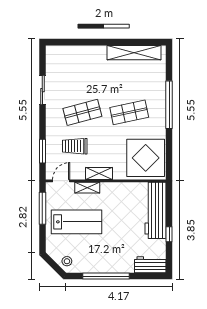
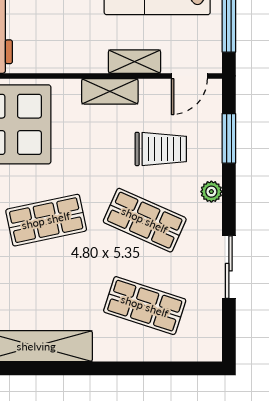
shop shelf: (82, 72) -> (145, 306), added
shop shelf: (82, 112) -> (145, 220), turned 39
plant: (51, 126) -> (211, 192), added

